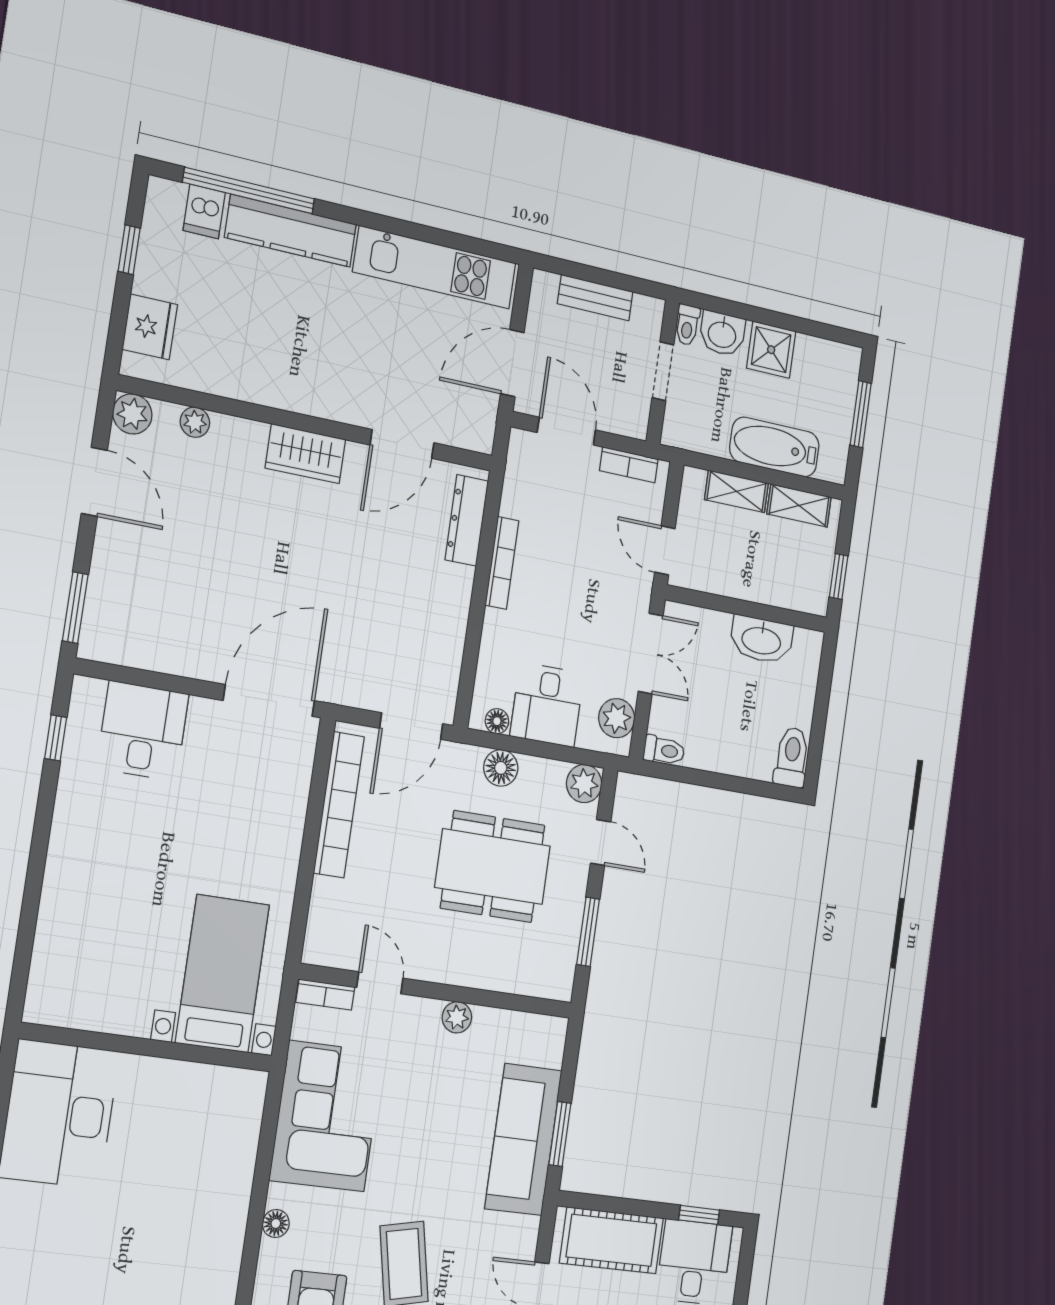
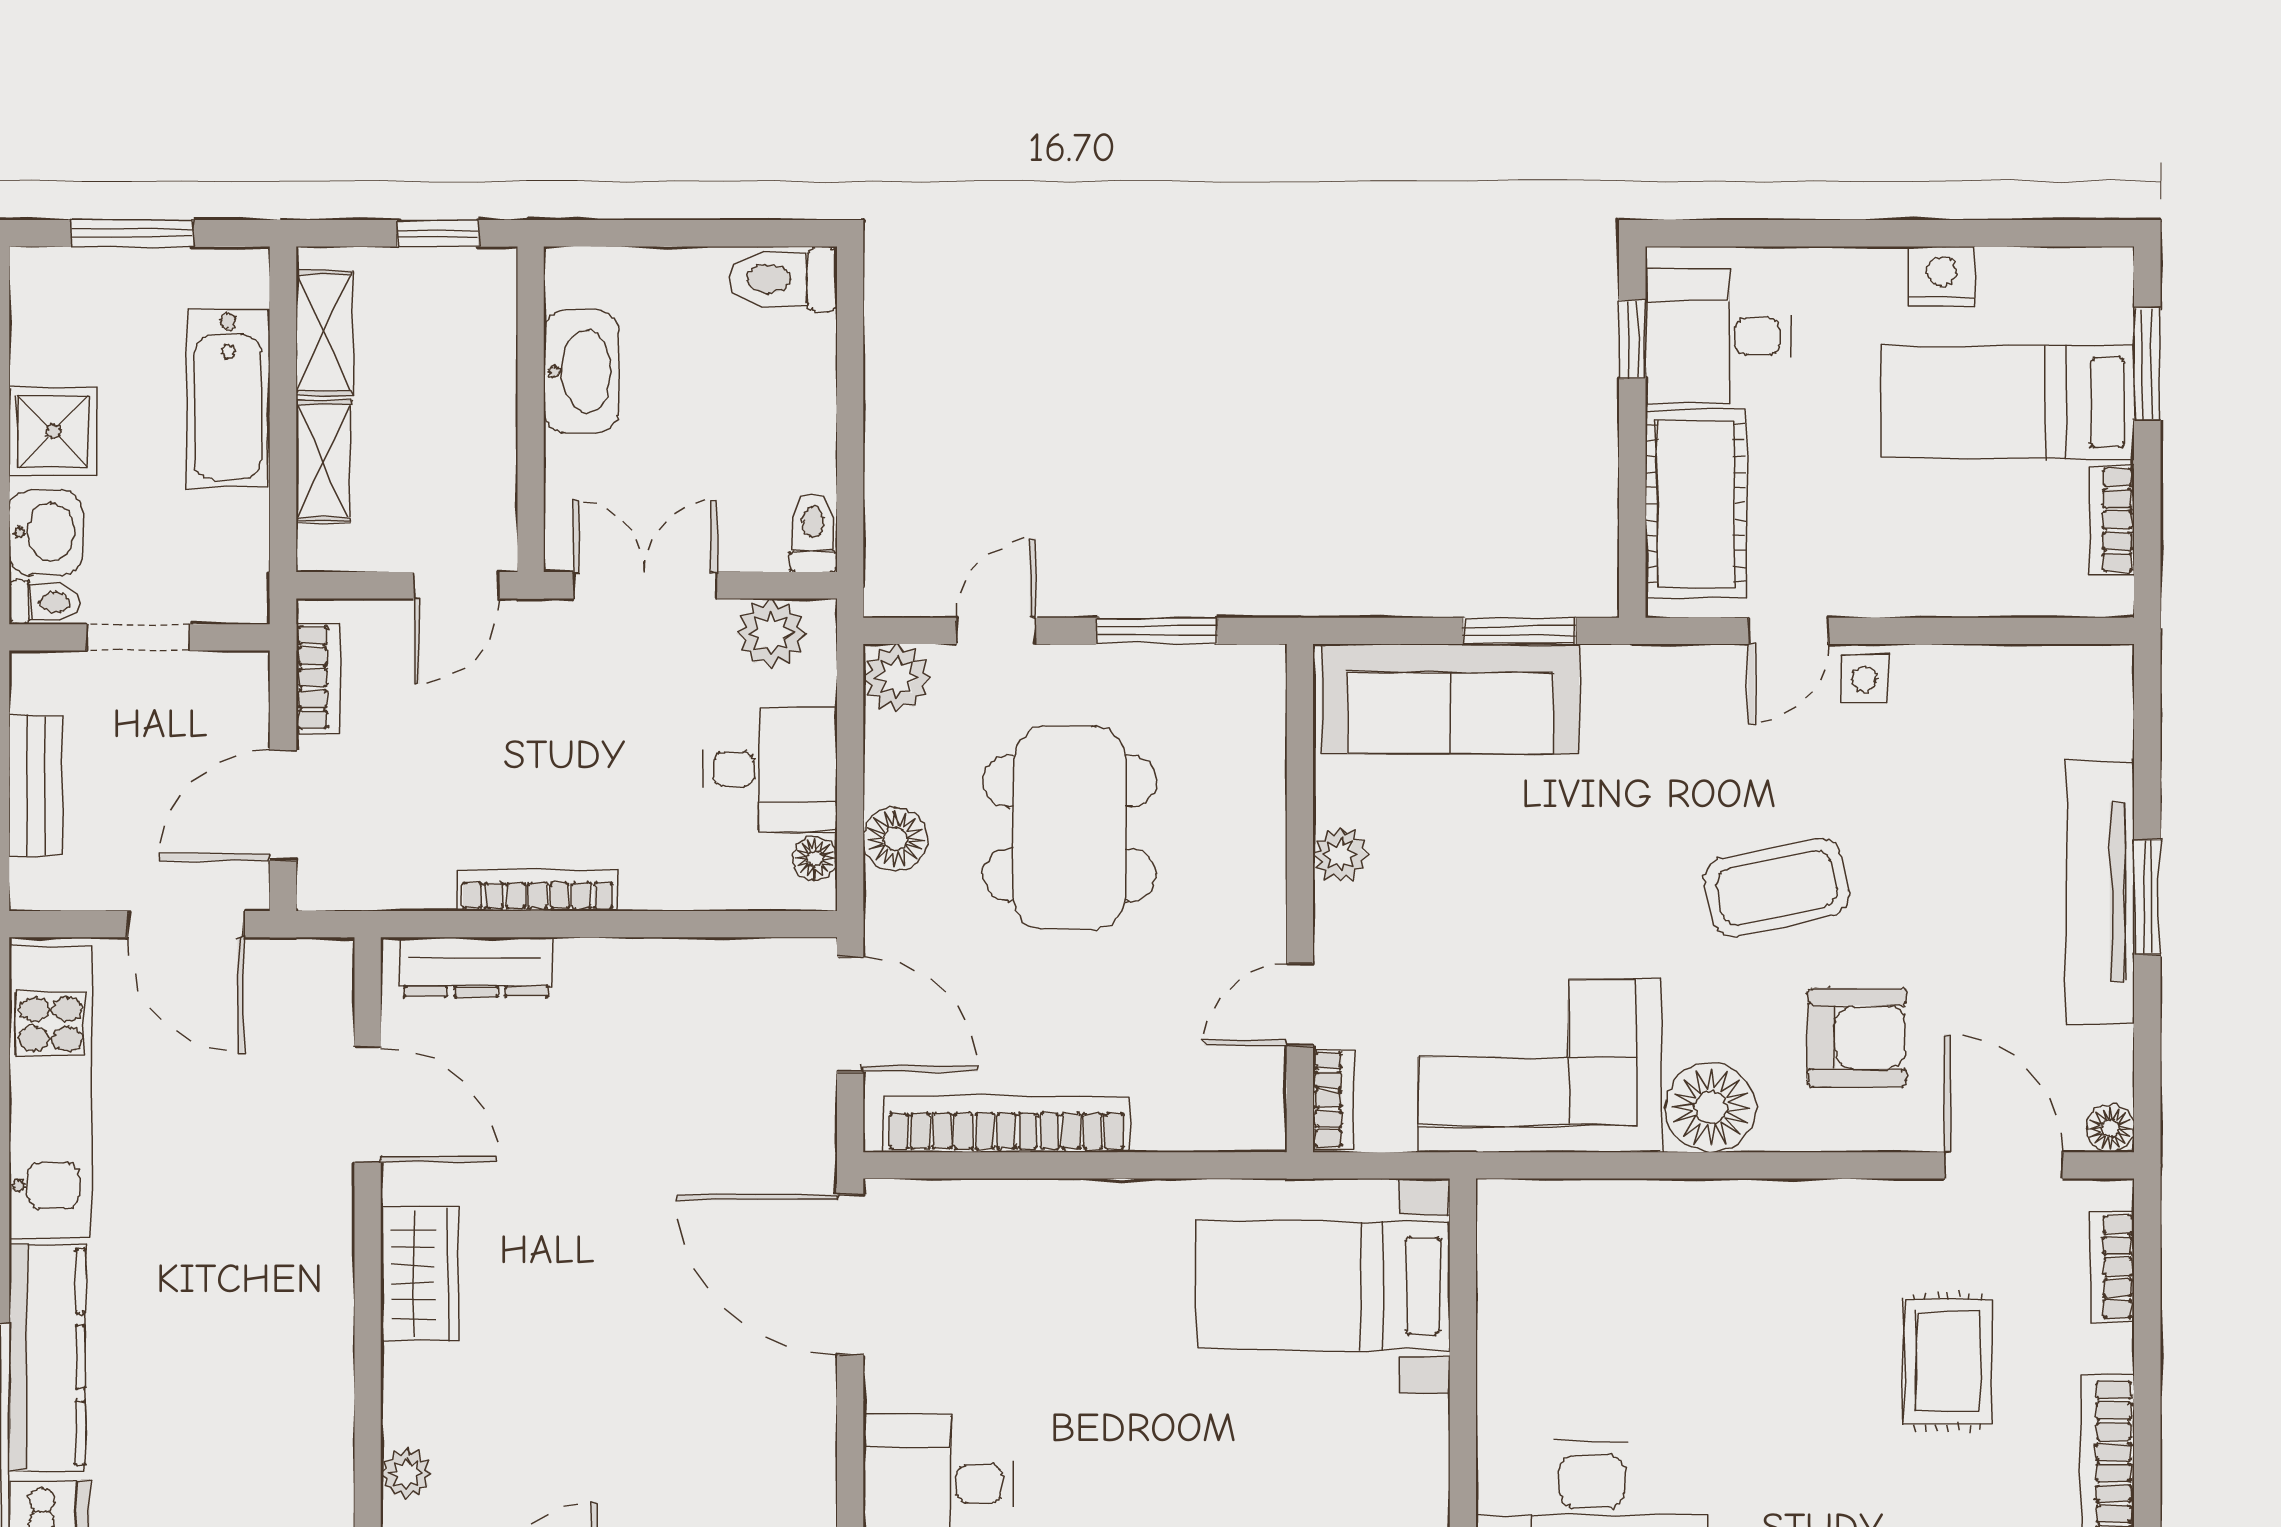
sofa: (523, 1140) -> (1450, 699), moved
floor lamp: (276, 1223) -> (1711, 1107), width x1.89, depth x1.89

